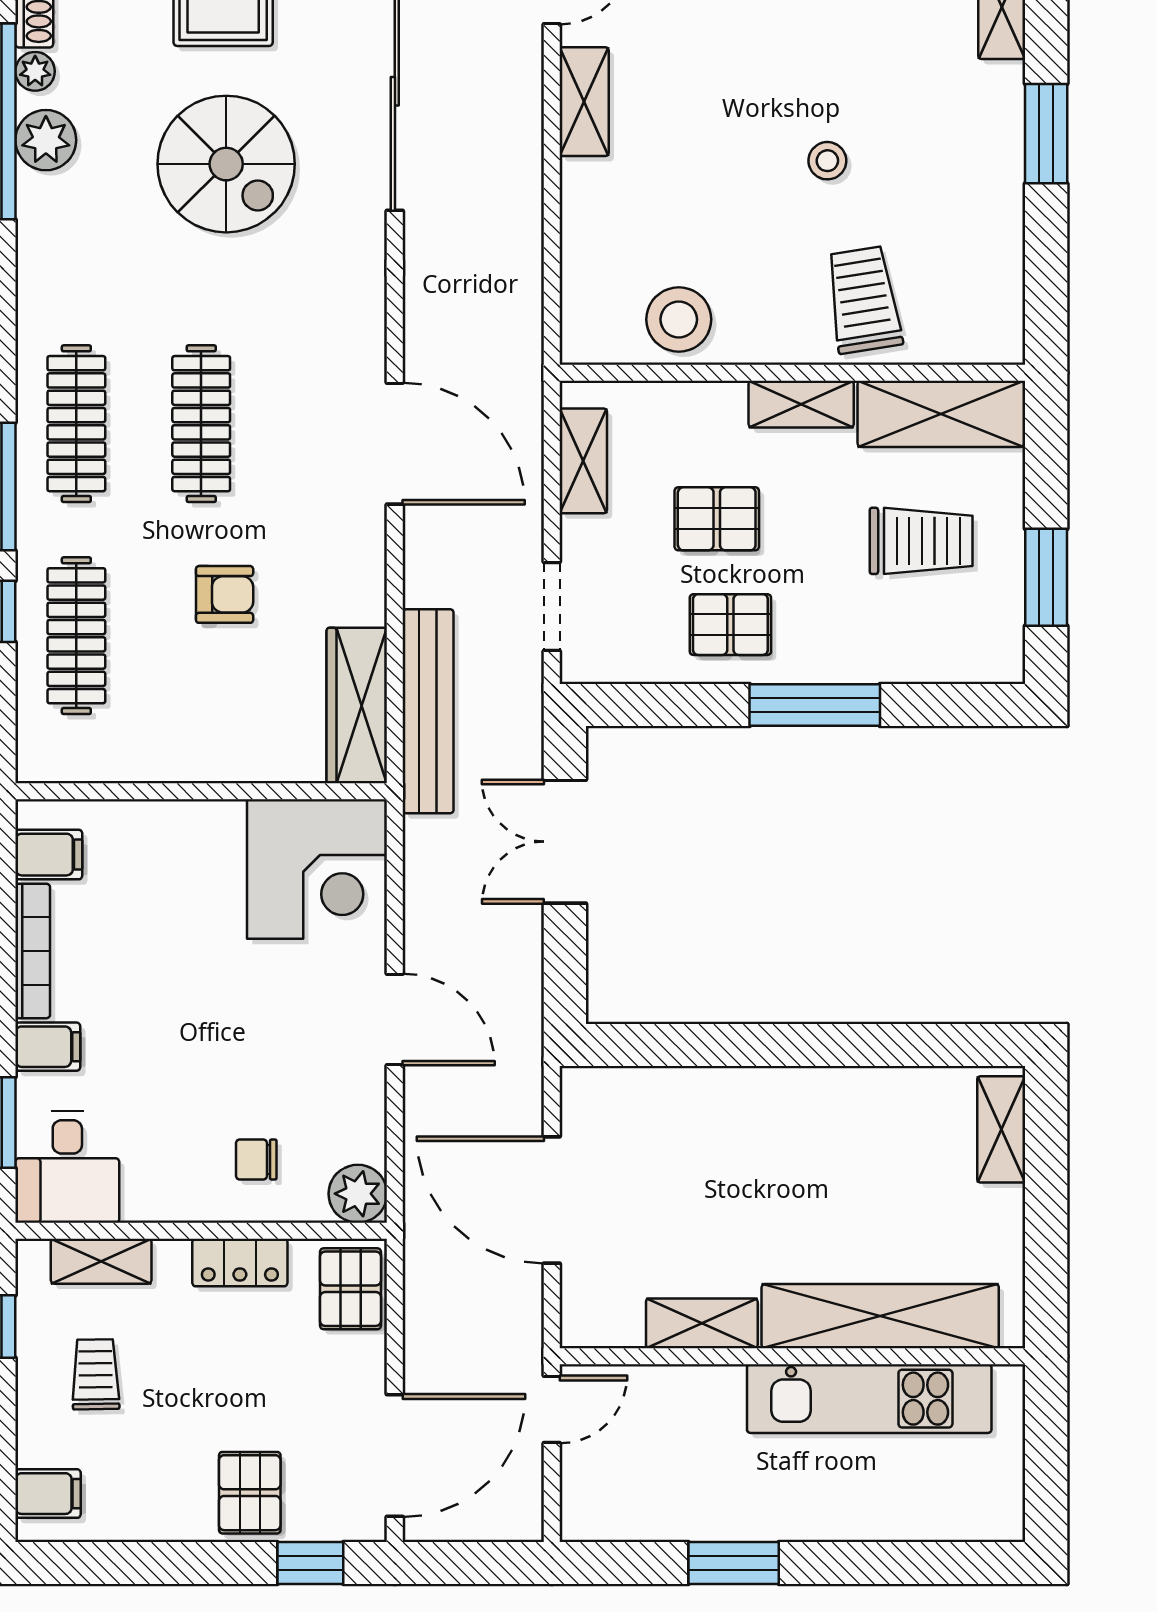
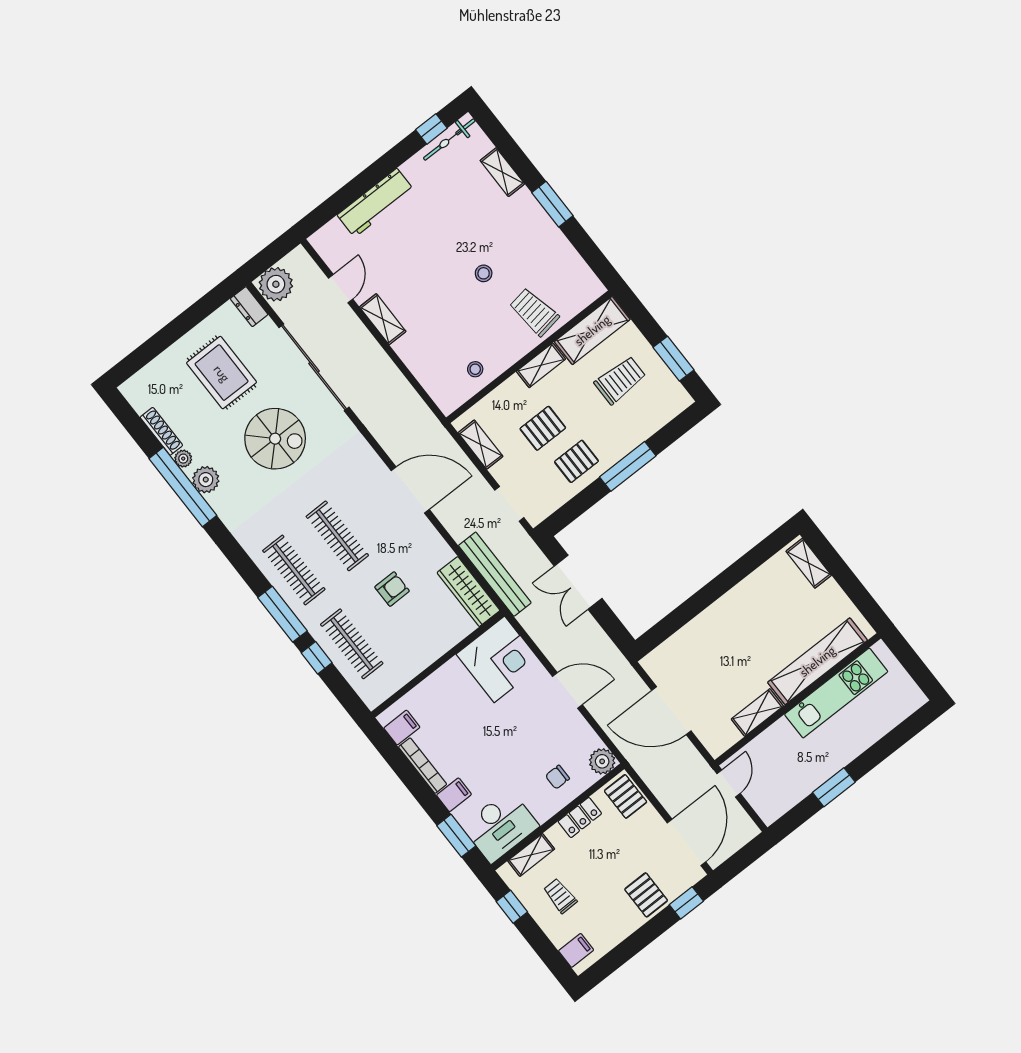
stool: (679, 319) -> (475, 369), width x0.53, depth x0.53
desk: (67, 1167) -> (500, 826), width x1.37

